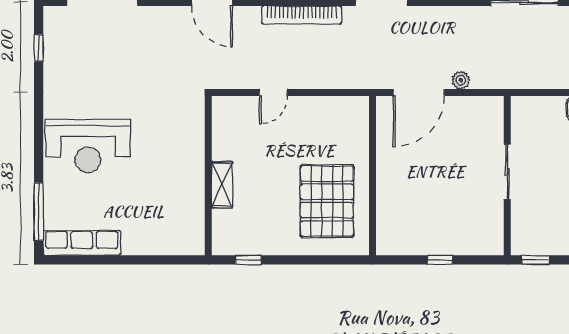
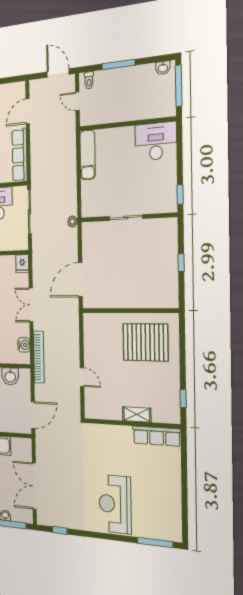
plant: (461, 80) -> (72, 222), moved
door: (419, 92) -> (80, 280), swing flipped
reception desk: (88, 146) -> (115, 504), turned 180
row of seats: (82, 243) -> (157, 436), moved, turned -90

